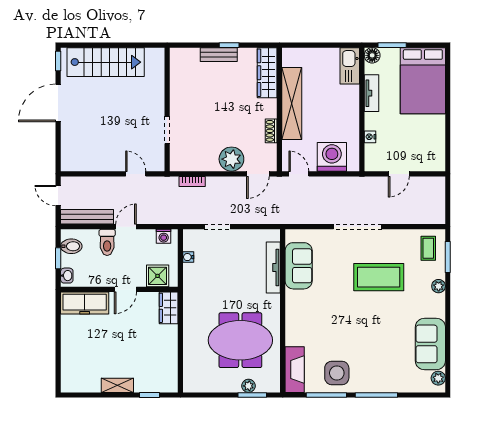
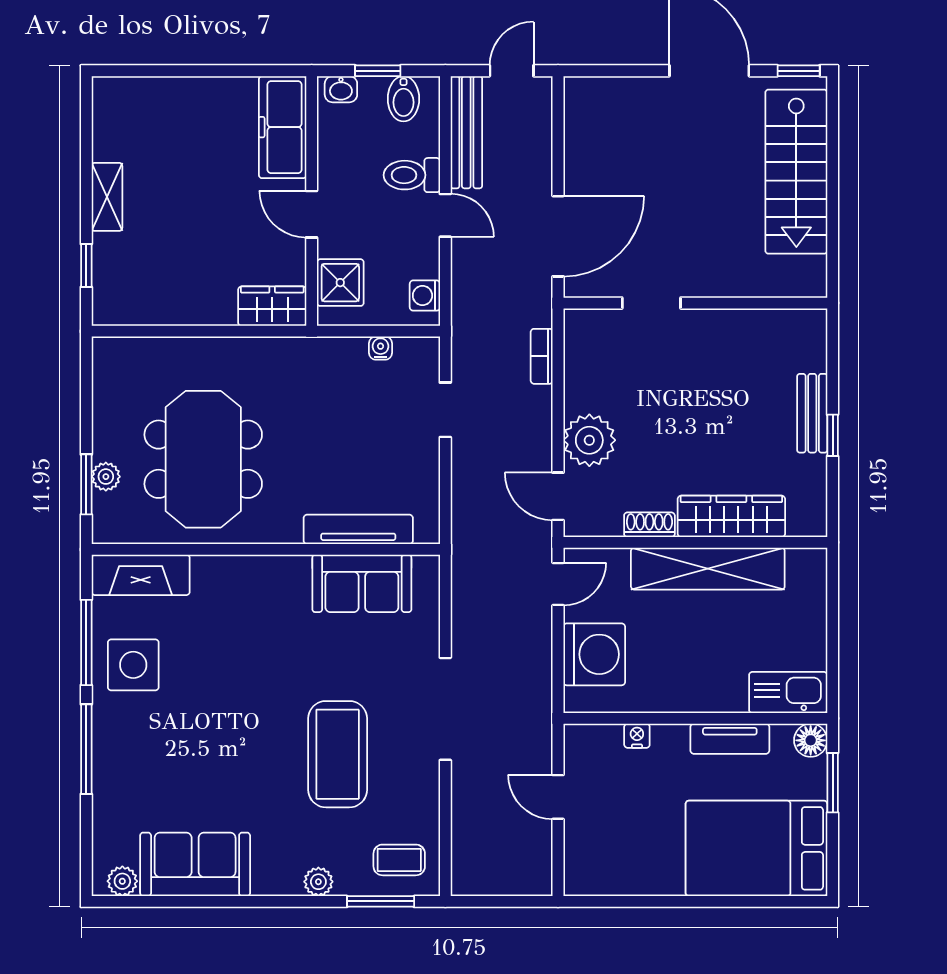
wardrobe: (267, 73) -> (731, 516), moved
door: (136, 174) -> (558, 236), width x1.87

